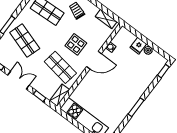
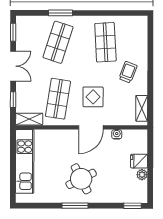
door: (94, 60) -> (91, 127), hinge flipped
round table: (122, 91) -> (81, 179), added

